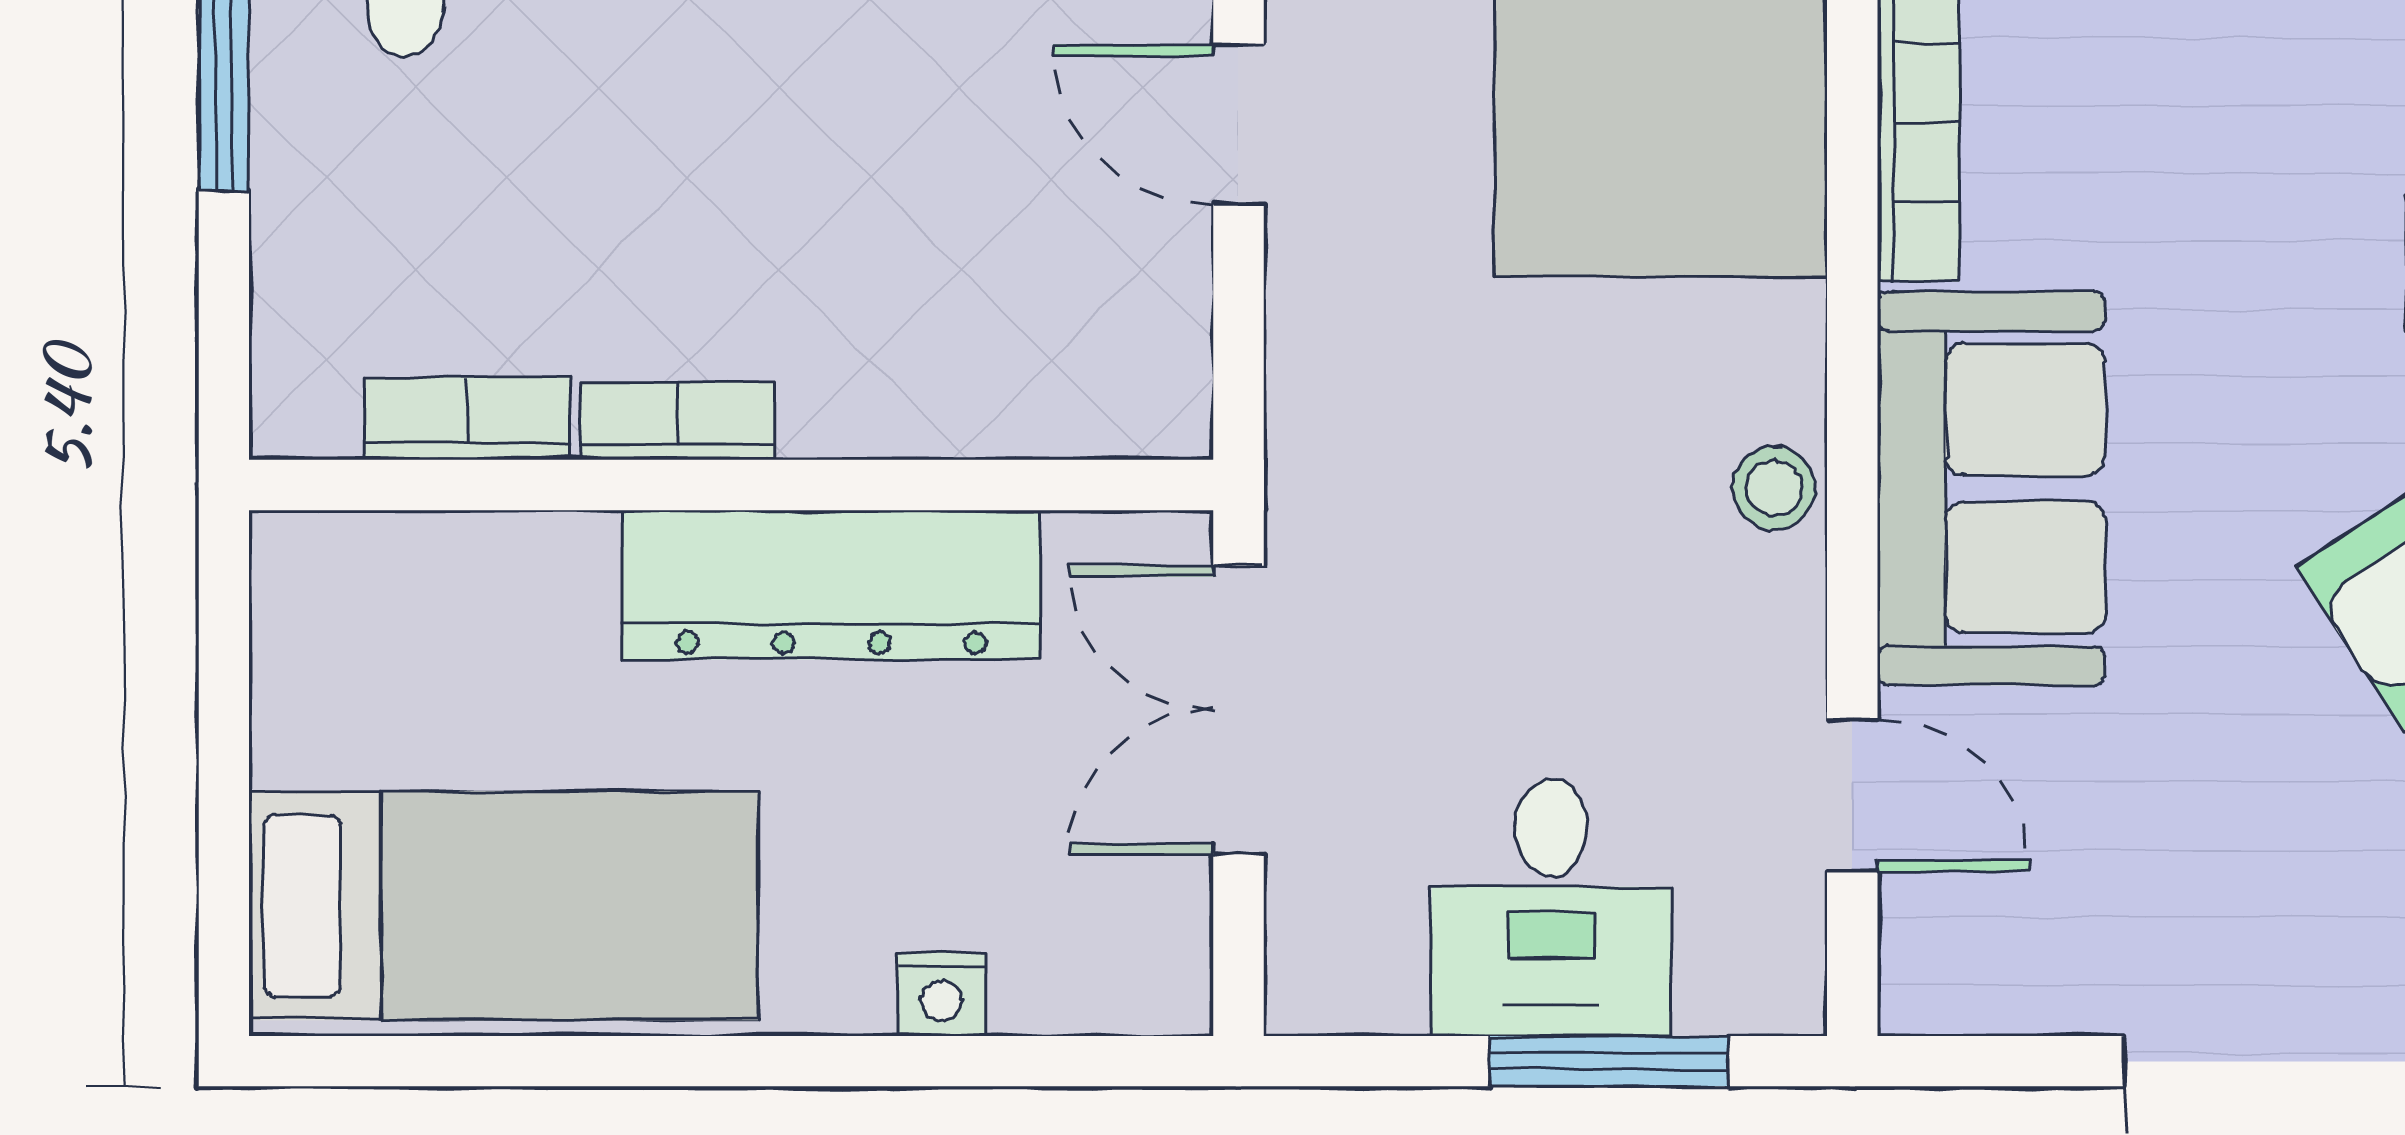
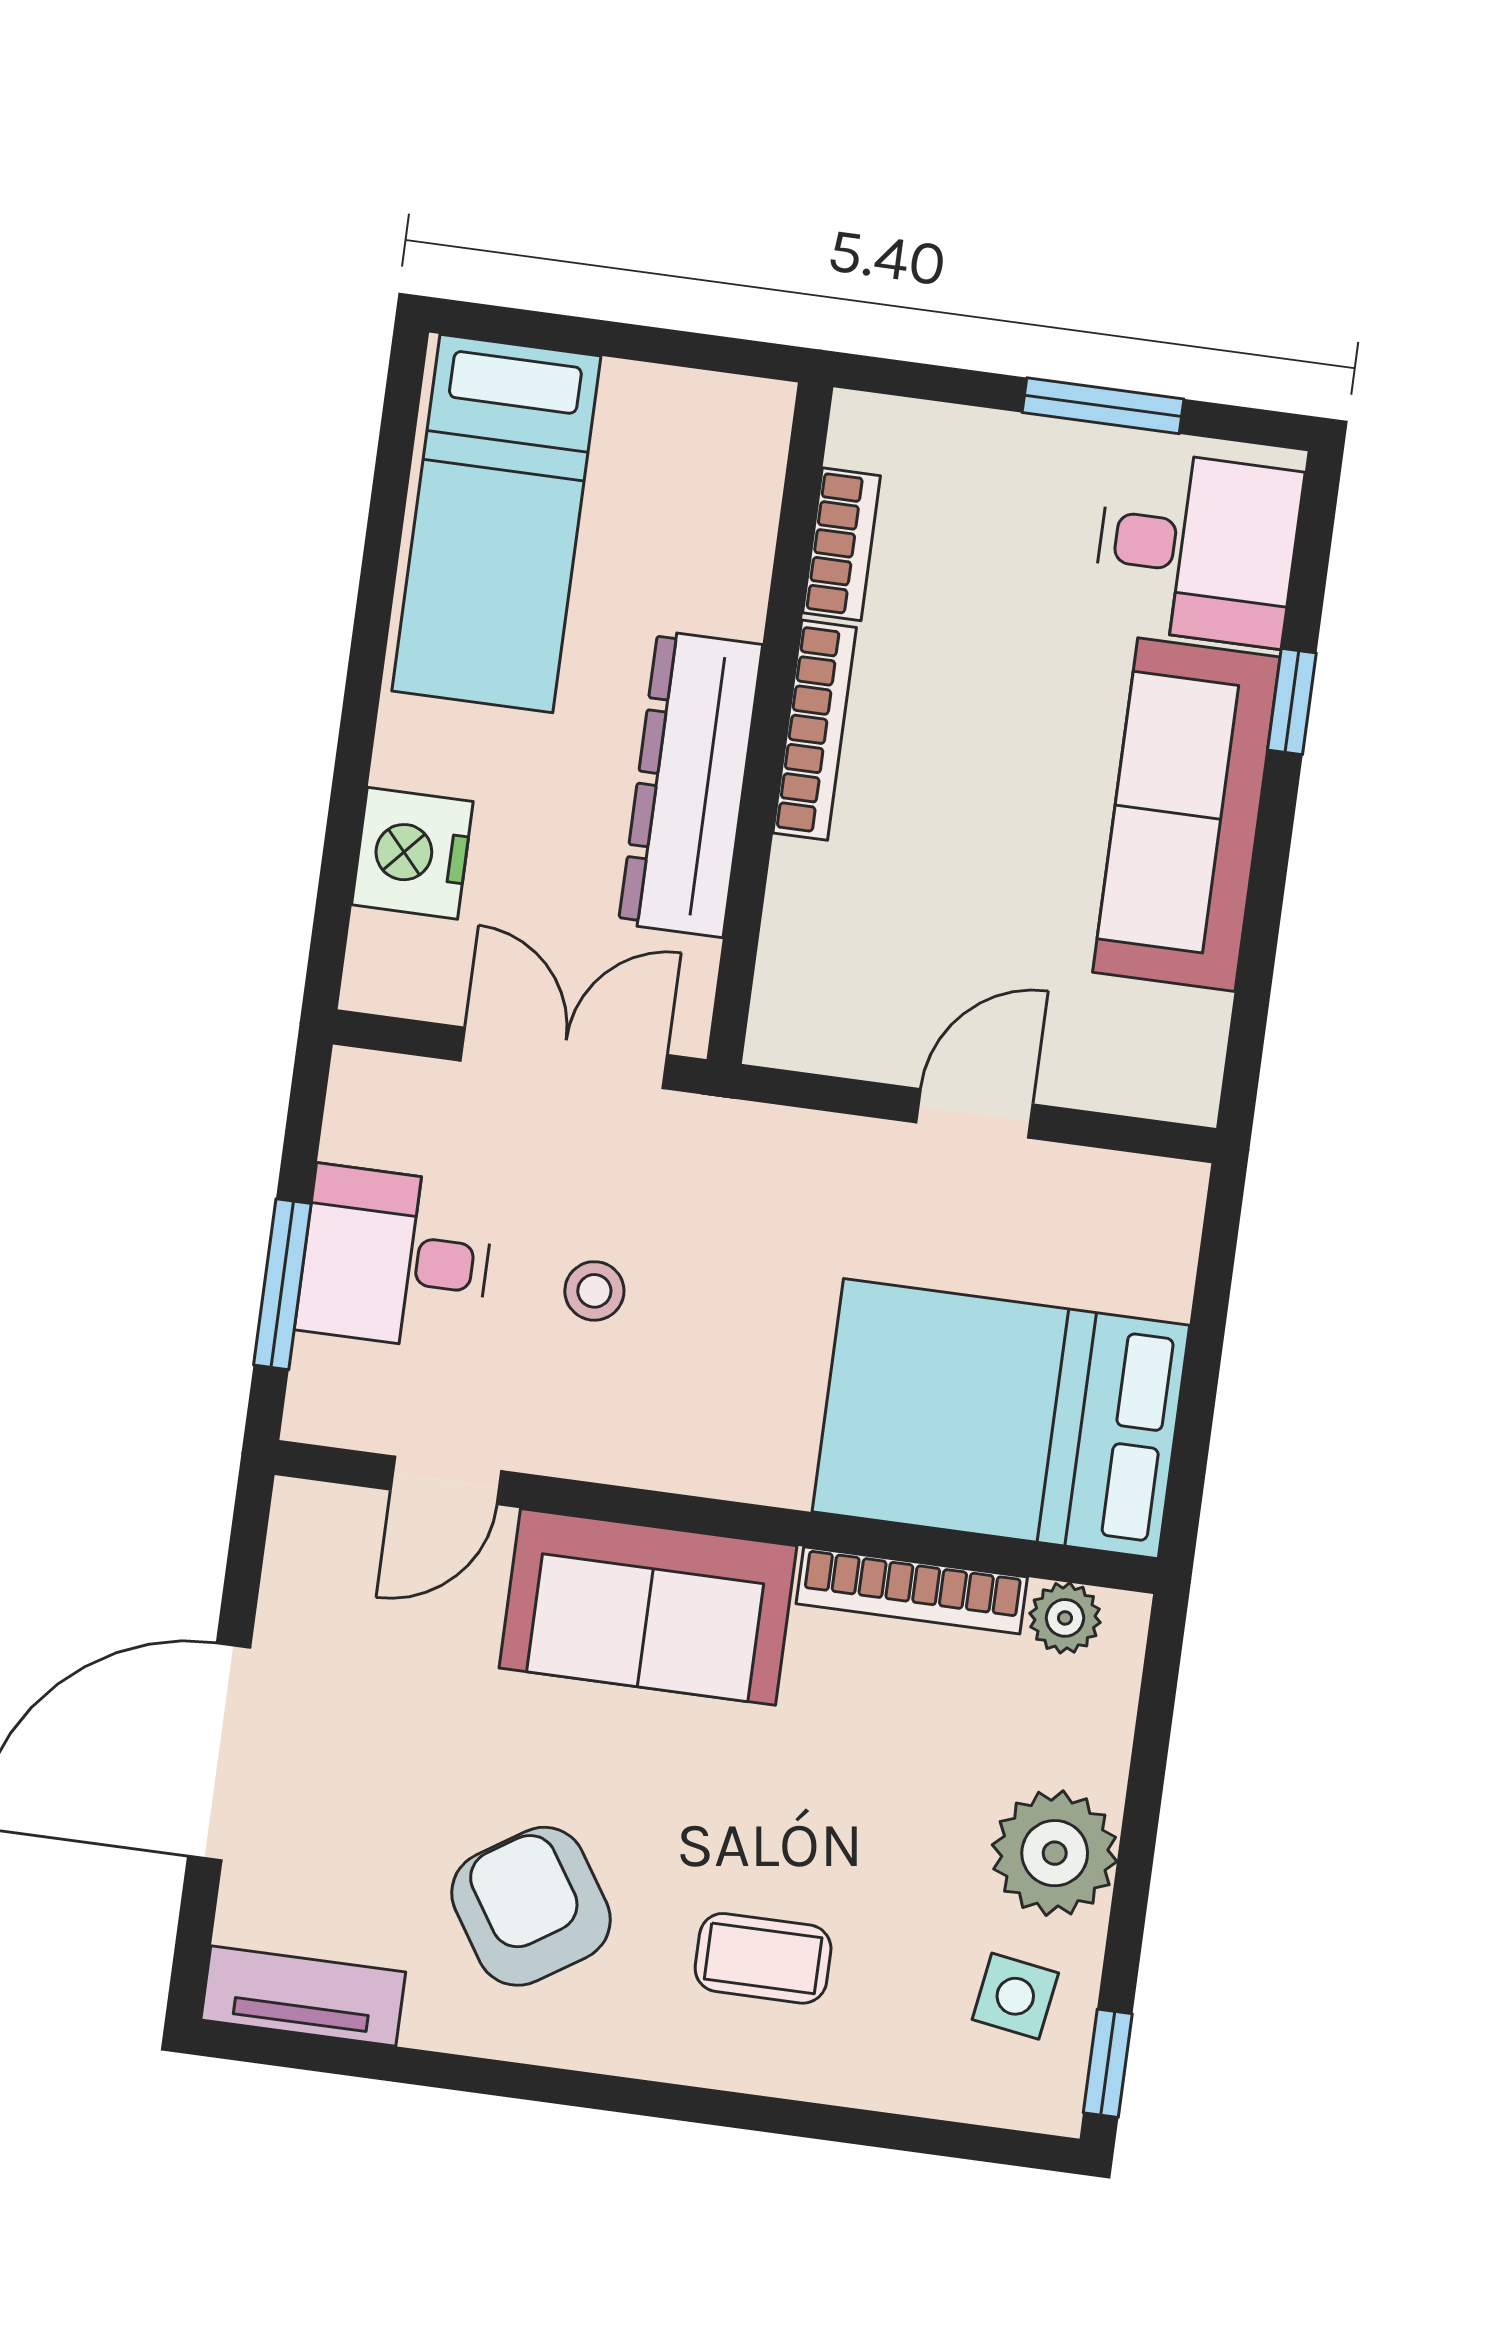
bookcase: (678, 421) -> (815, 730), width x1.56
stool: (1774, 488) -> (594, 1291), moved
nightstand: (941, 994) -> (412, 853), width x1.89, depth x1.79

